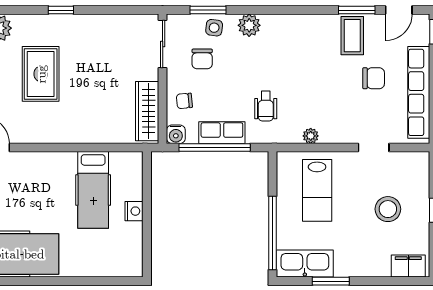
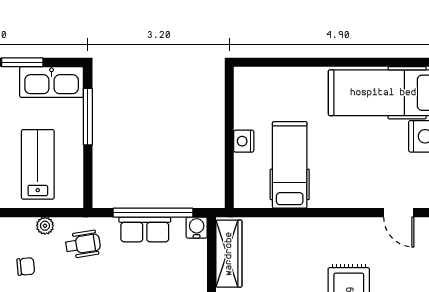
chair: (184, 101) -> (26, 266), moved
wheelchair: (266, 106) -> (83, 244), moved, turned 81
window: (273, 233) -> (88, 117), width x0.68

